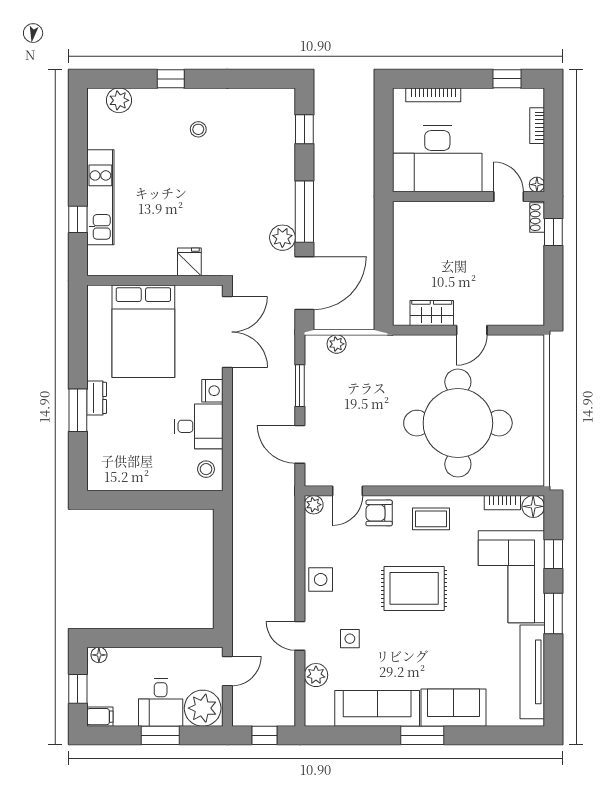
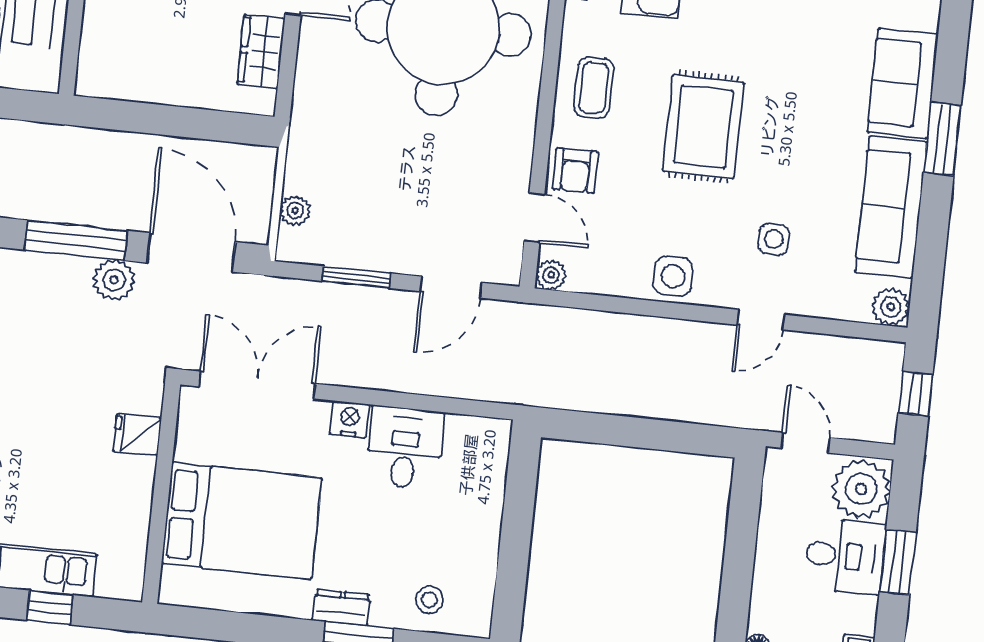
stool: (206, 469) -> (429, 600), moved
plant: (316, 675) -> (891, 307), moved

